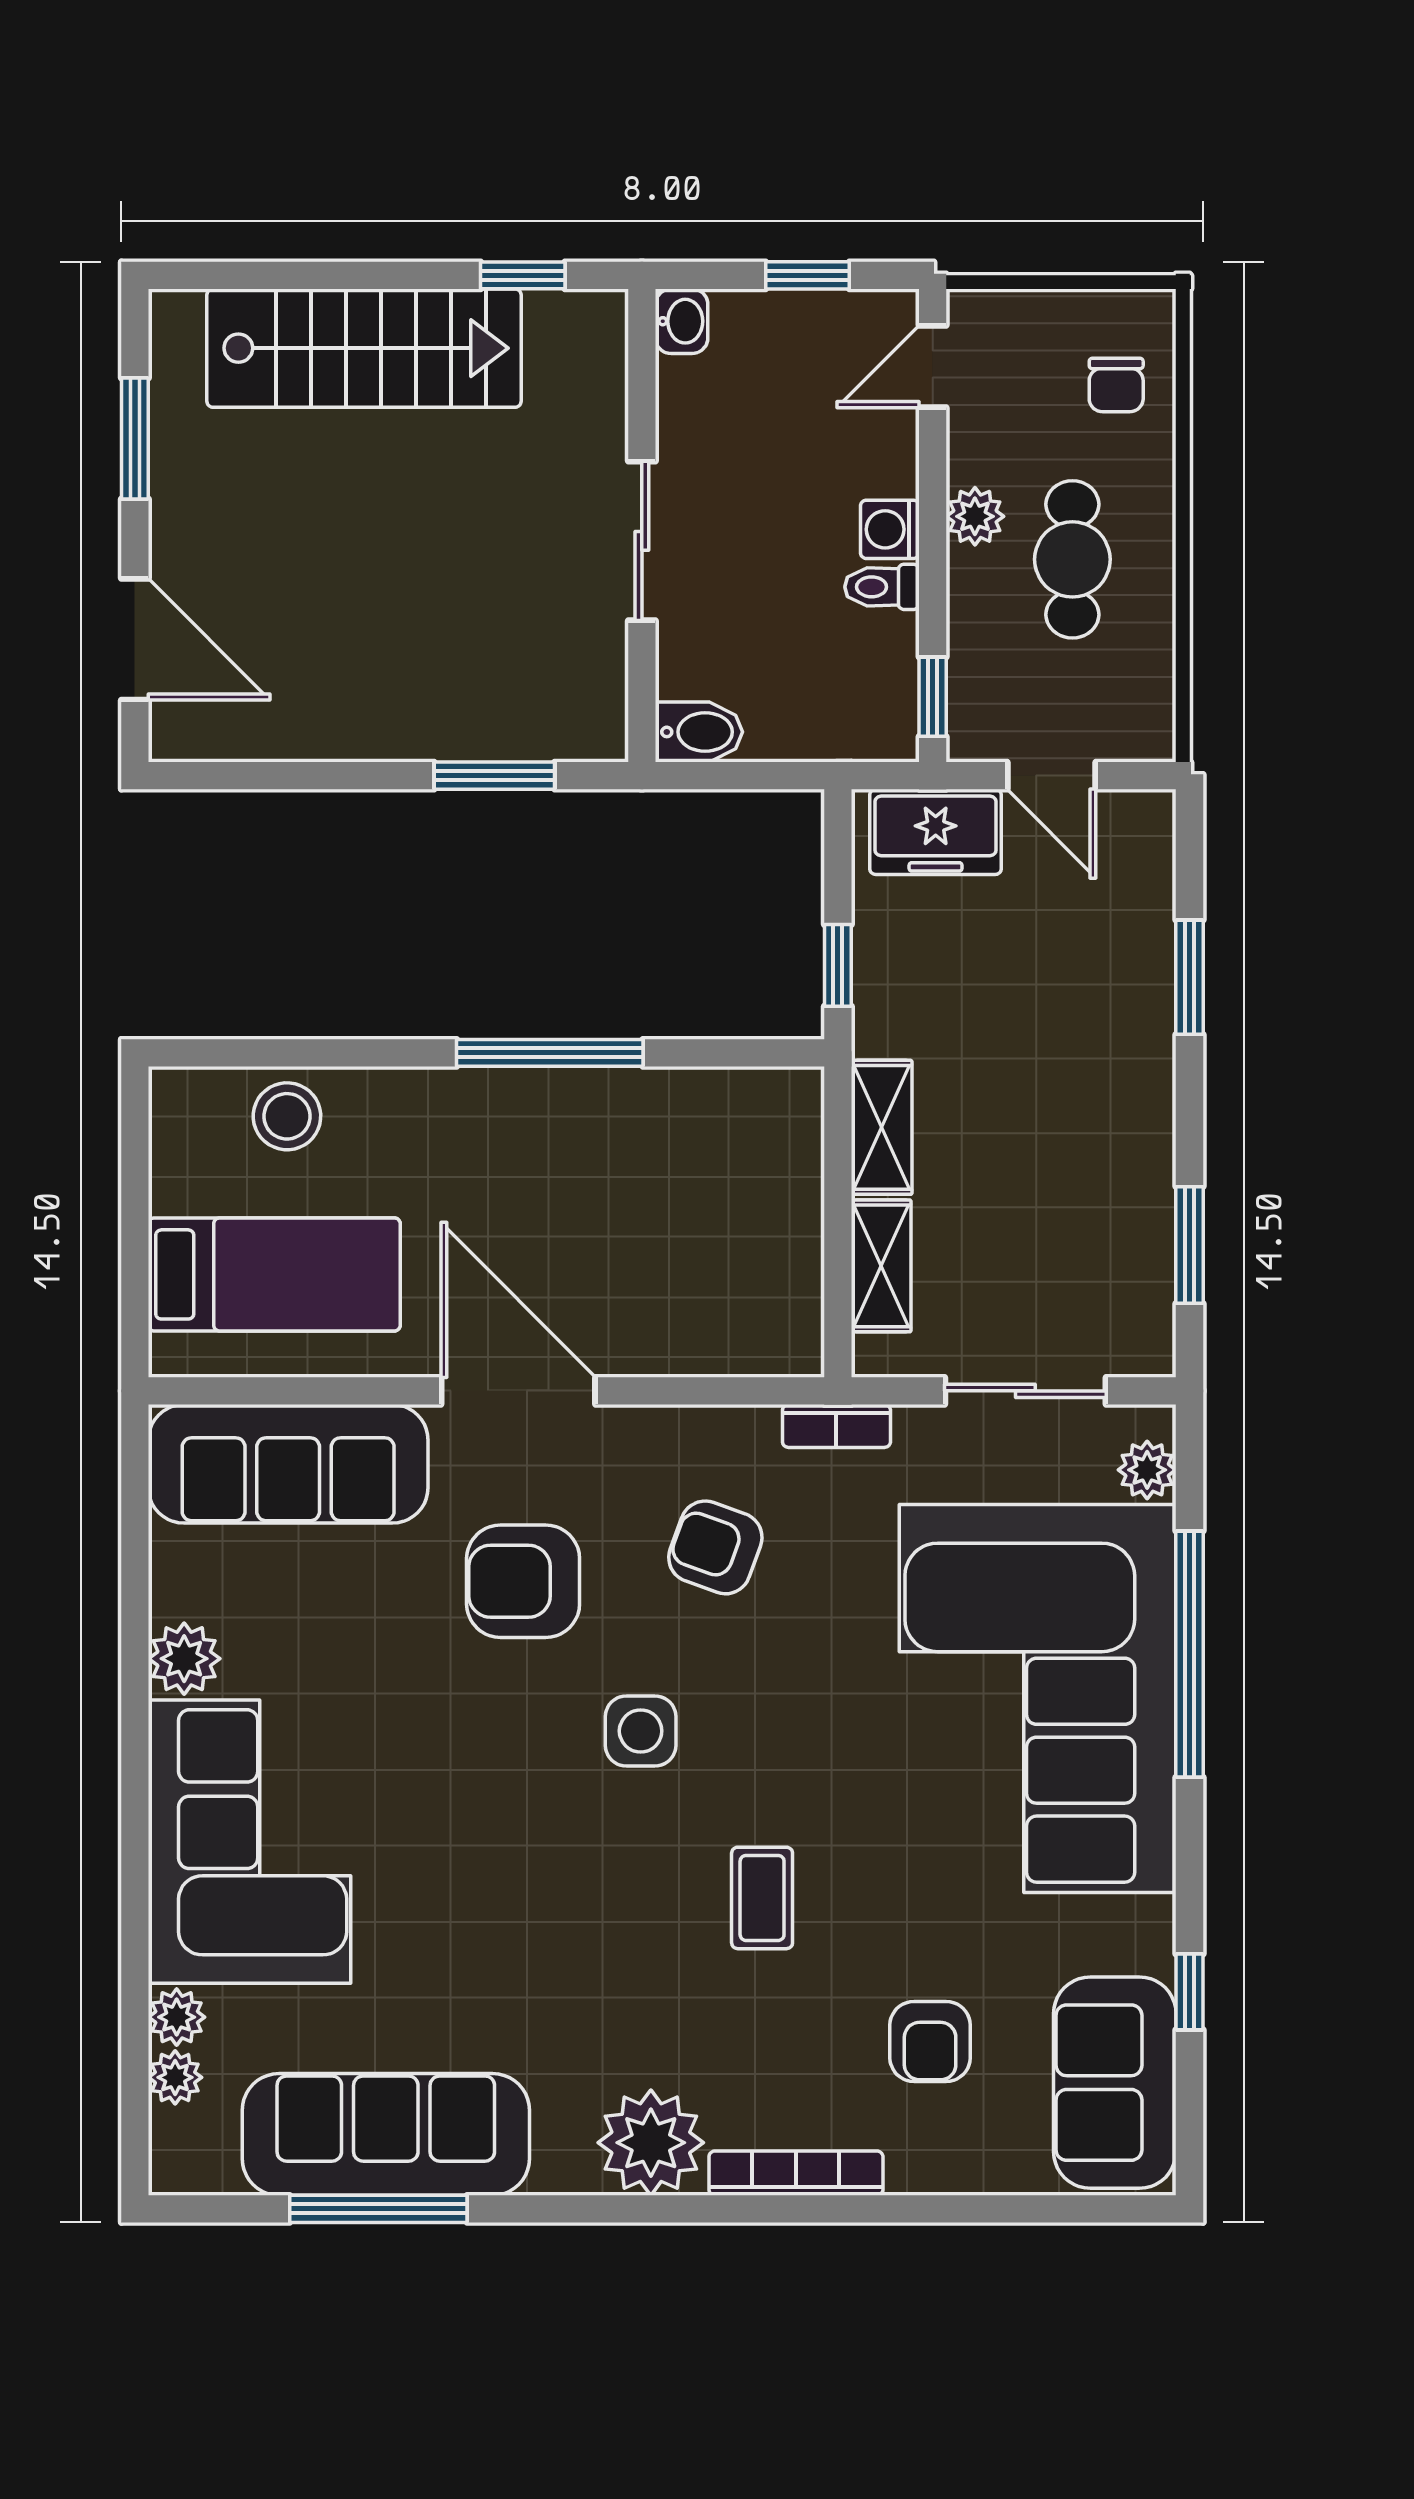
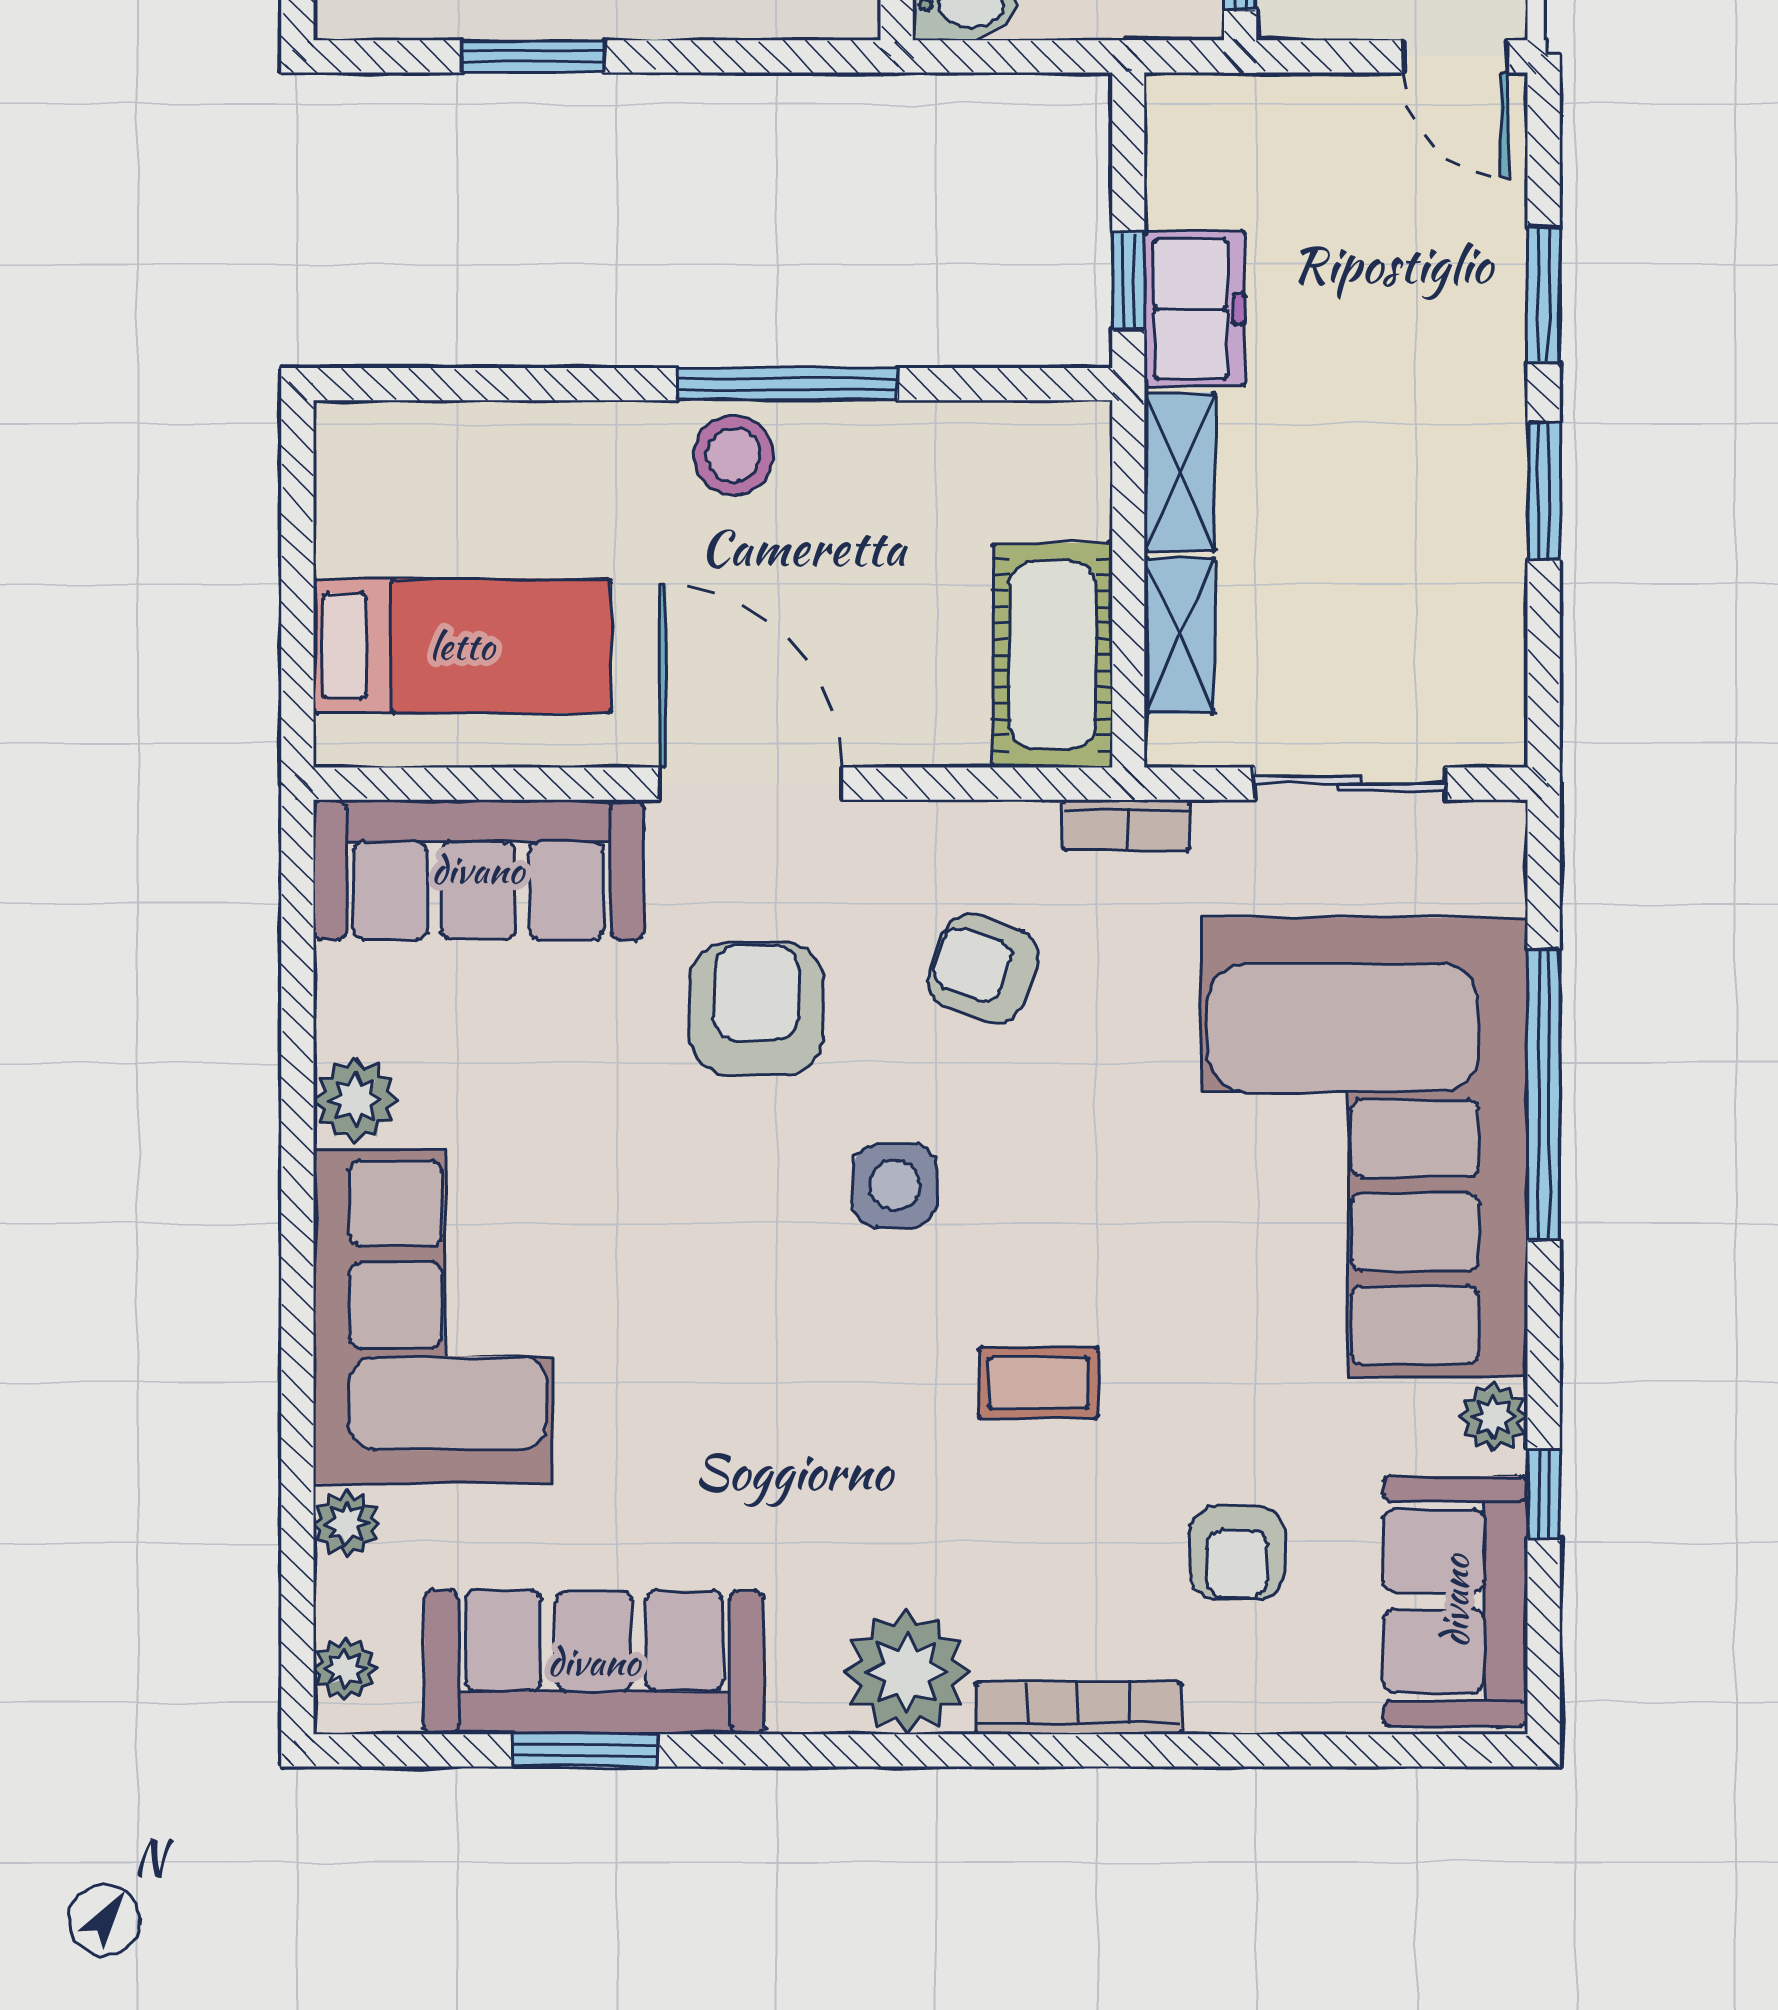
window: (494, 776) -> (533, 56), moved
door: (1051, 776) -> (1455, 56), moved
freezer: (936, 832) -> (1195, 309), moved, turned -90
stool: (287, 1116) -> (733, 455), moved
window: (1190, 1245) -> (1544, 491), moved
cot: (774, 1282) -> (1053, 655), added
plant: (1147, 1470) -> (1494, 1417), moved
armchair: (523, 1581) -> (756, 1009), turned 90
coffee table: (762, 1898) -> (1039, 1383), turned 90
plant: (175, 2077) -> (345, 1669), moved
window: (378, 2209) -> (585, 1750), width x0.69

